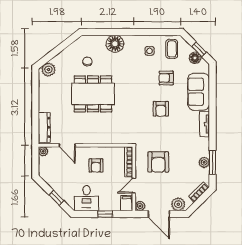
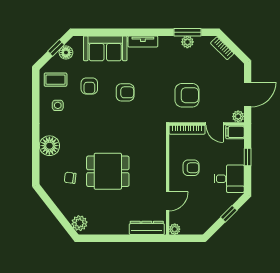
dining table: (93, 94) -> (108, 171), width x0.73
plant: (178, 204) -> (236, 72), removed

